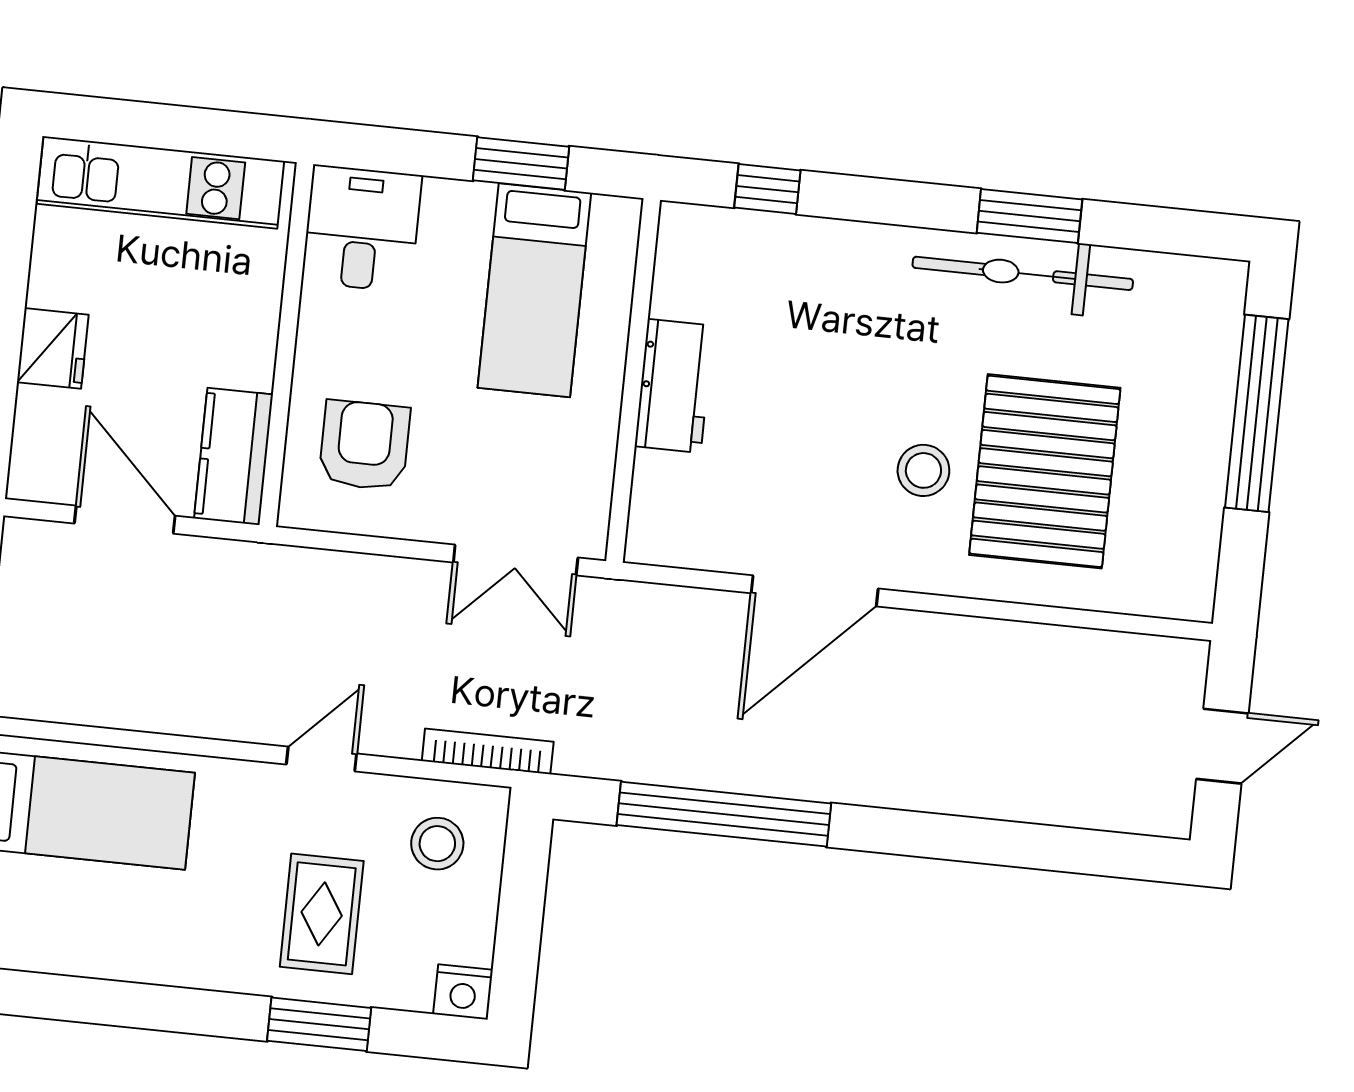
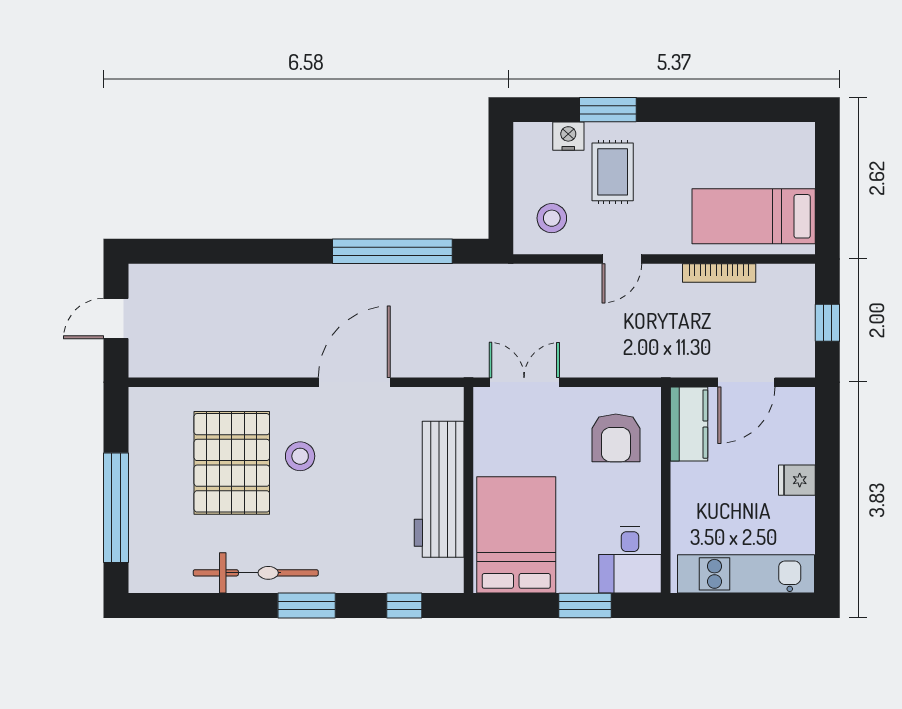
window: (521, 164) -> (585, 605), moved
window: (1029, 216) -> (307, 605), moved
bed: (534, 290) -> (516, 535), width x1.50
fridge: (53, 348) -> (797, 480), width x0.72
workbench: (674, 386) -> (439, 489), width x1.88, depth x1.32
door: (125, 520) -> (746, 382), hinge flipped
bookcase: (488, 751) -> (719, 273), moved
nightstand: (463, 992) -> (568, 136), moved

